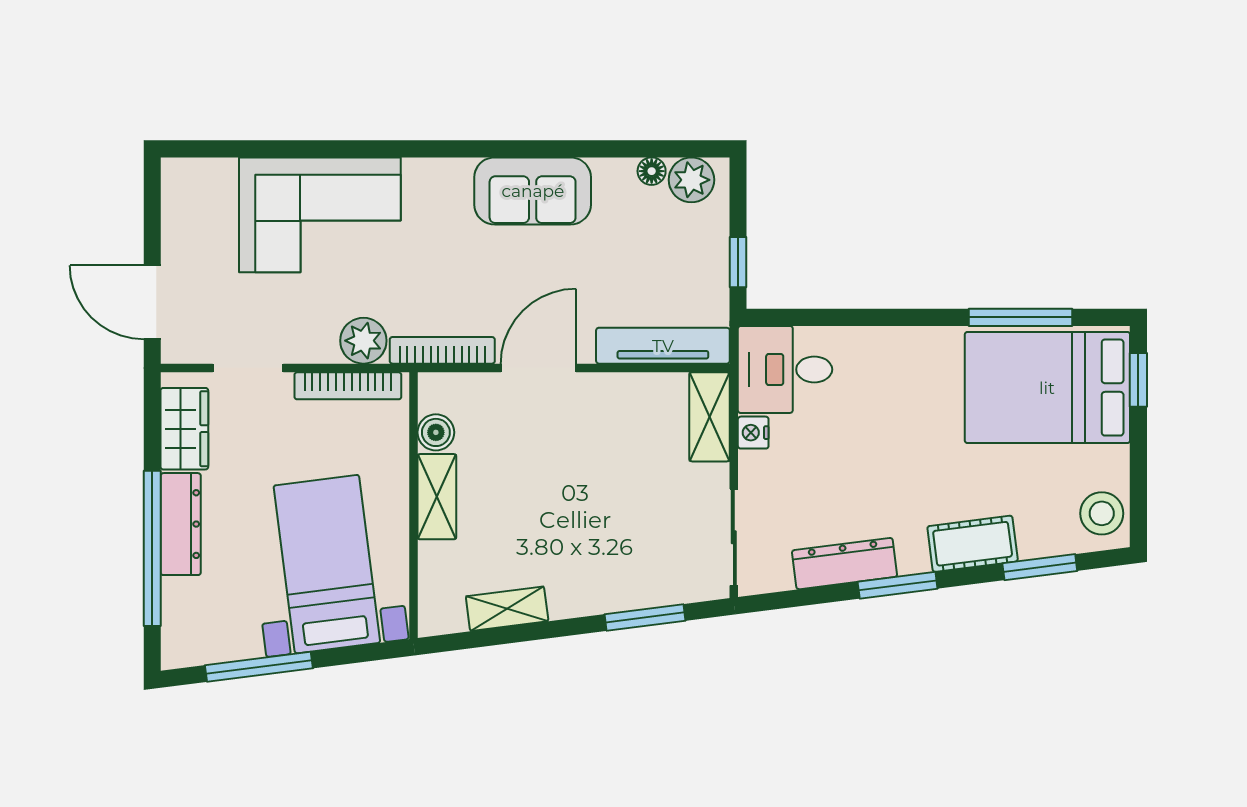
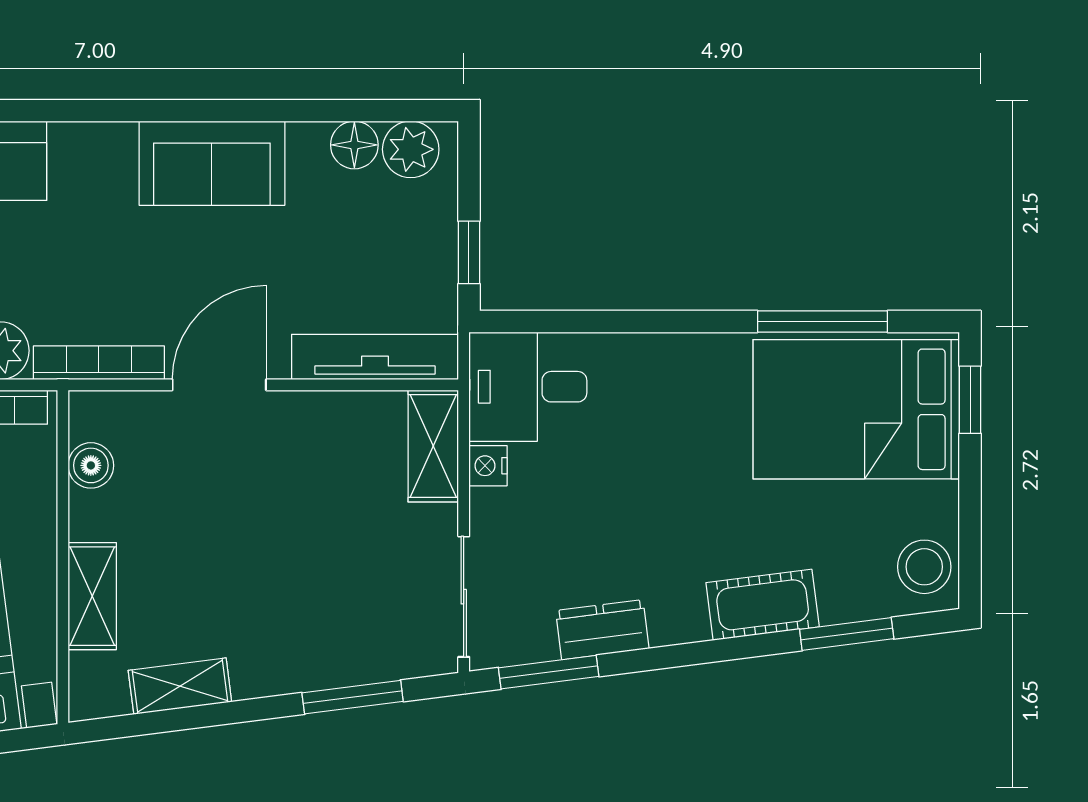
floor lamp: (652, 171) -> (354, 145), width x1.37, depth x1.37
shelving: (437, 497) -> (92, 596), moved
dresser: (845, 564) -> (602, 630), width x0.70
window: (898, 585) -> (549, 672), moved

